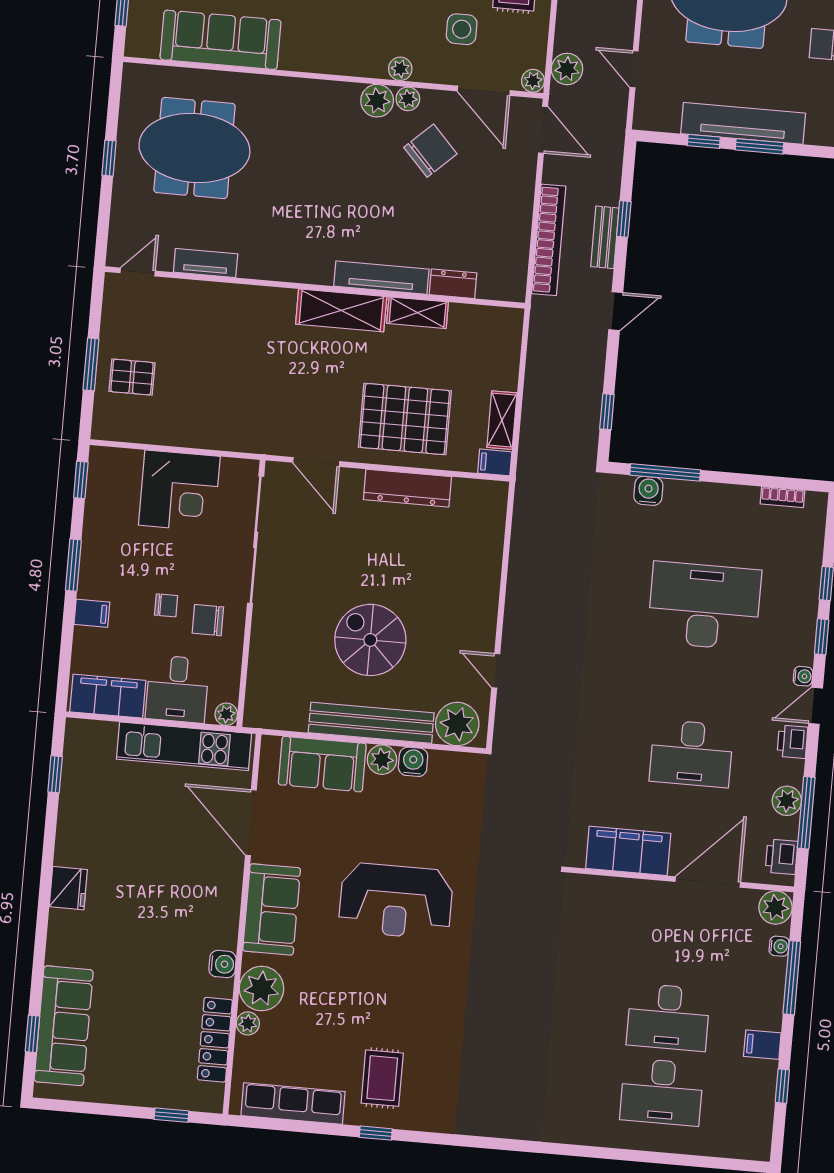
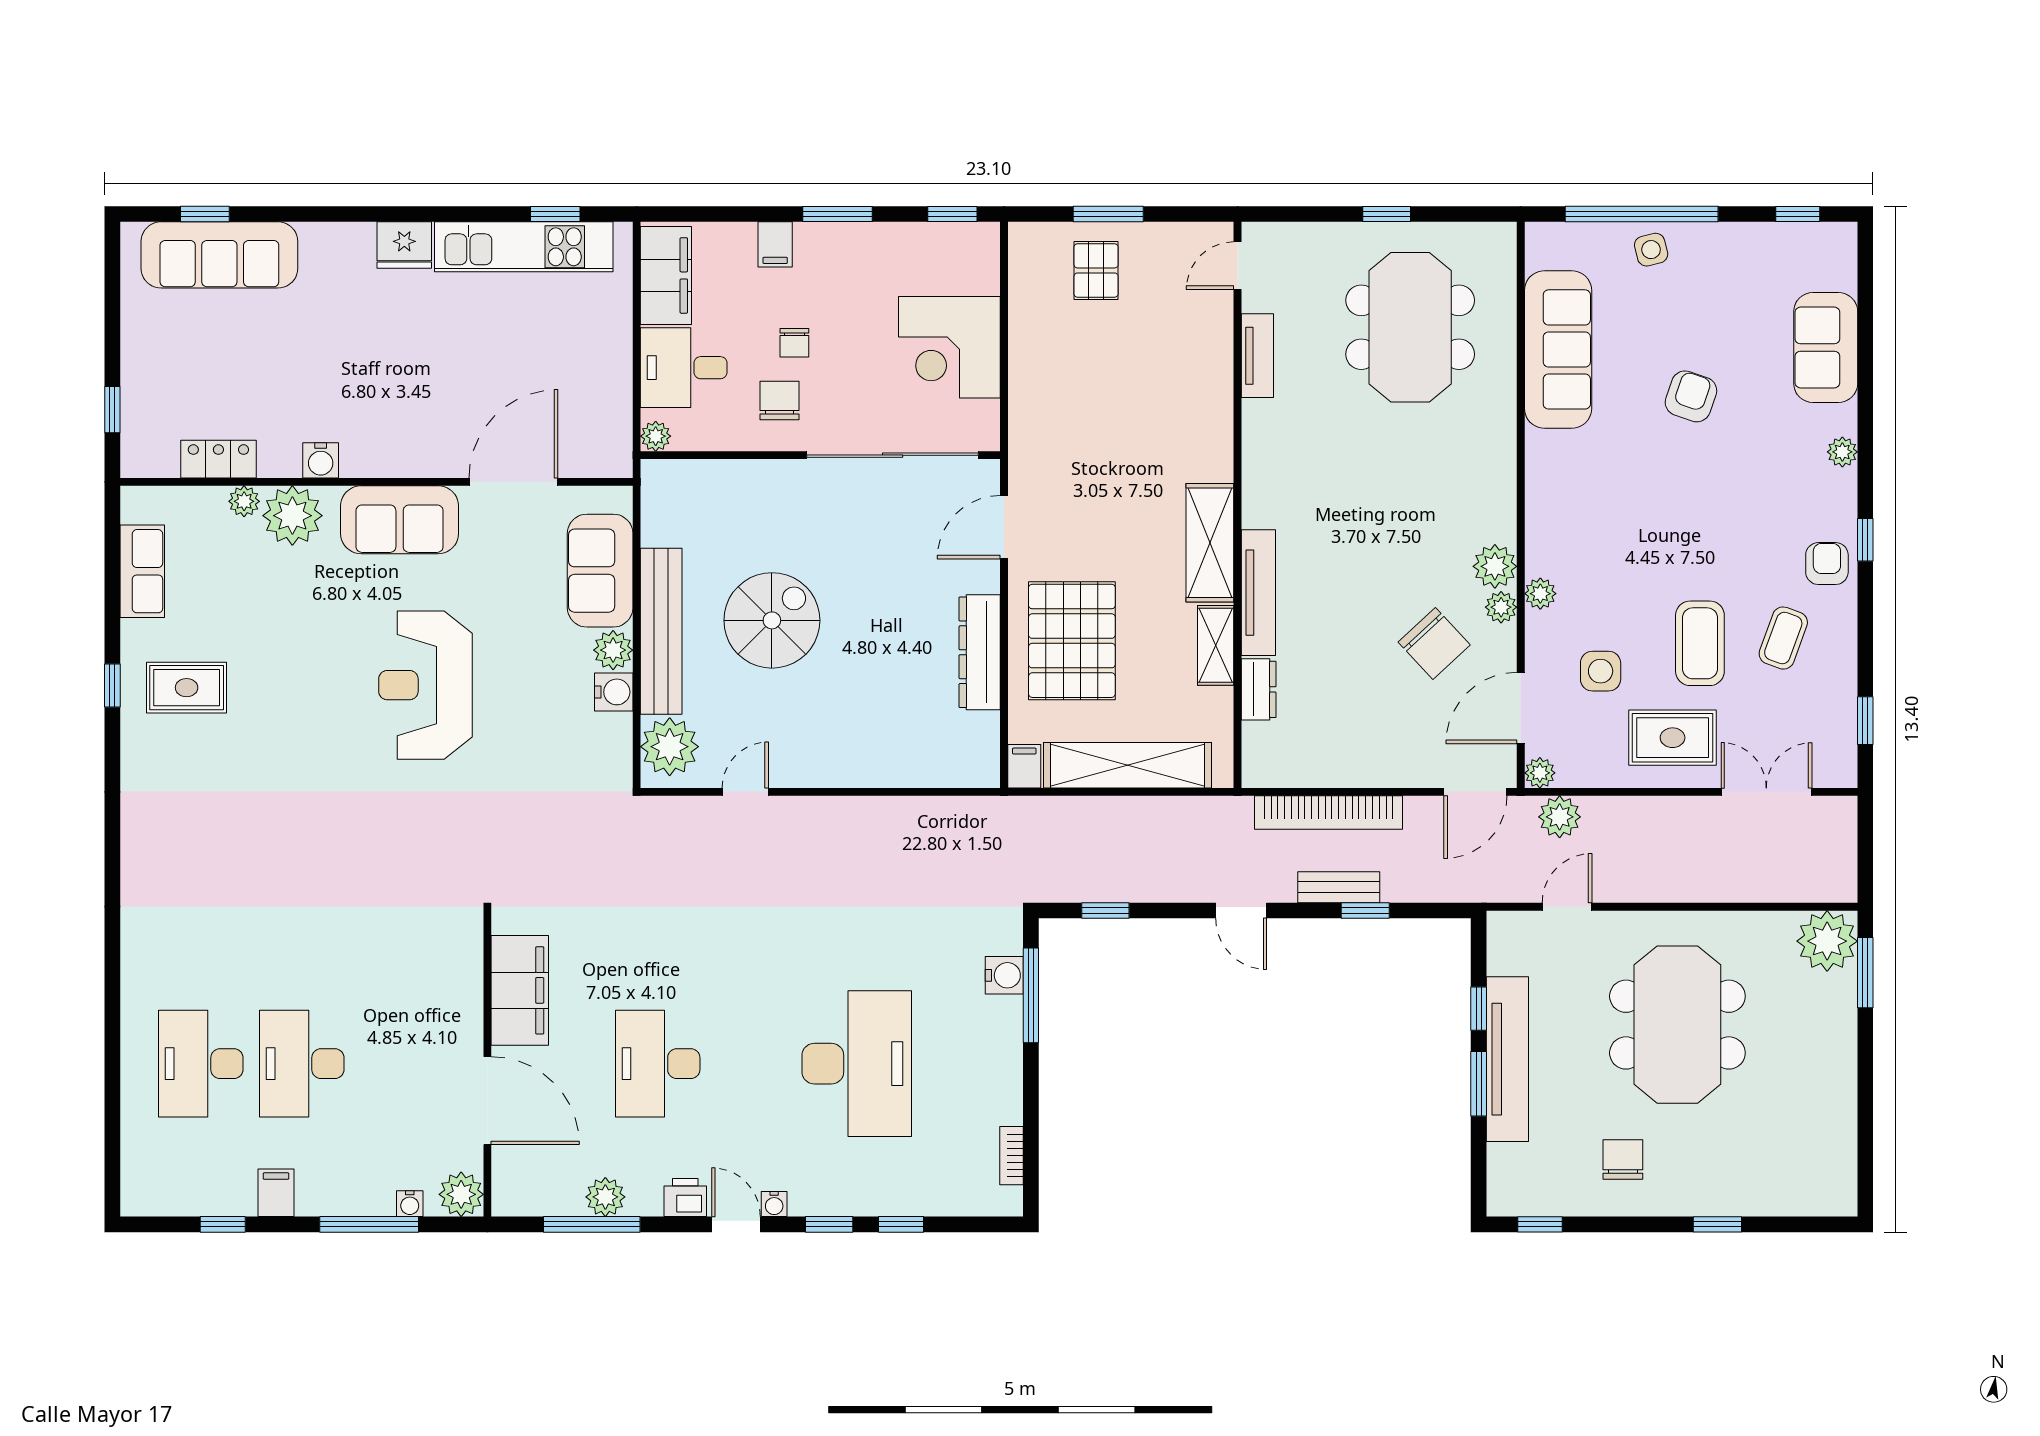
door: (138, 272) -> (1238, 266), swing flipped
shelving: (502, 420) -> (1128, 765), width x2.20, depth x1.33
kitchen unit: (184, 746) -> (524, 247), moved, turned -90
printer: (781, 857) -> (530, 1196), removed
locker: (215, 1040) -> (218, 459), width x0.66
row of seats: (293, 1104) -> (142, 571), width x0.68

